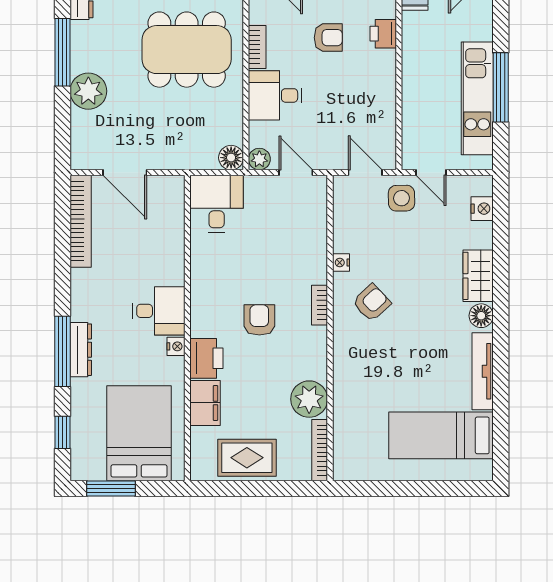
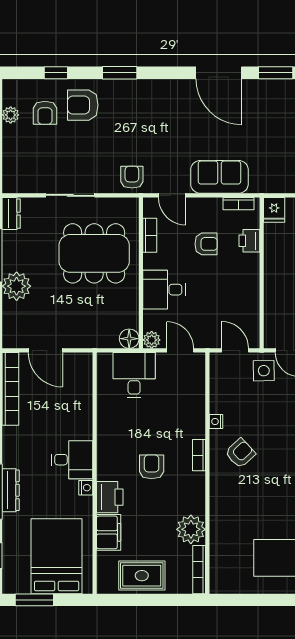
bookcase: (257, 47) -> (150, 235), moved
desk: (217, 204) -> (134, 375), moved

